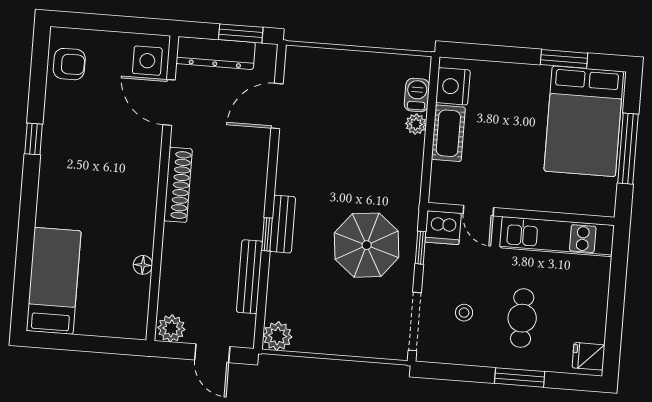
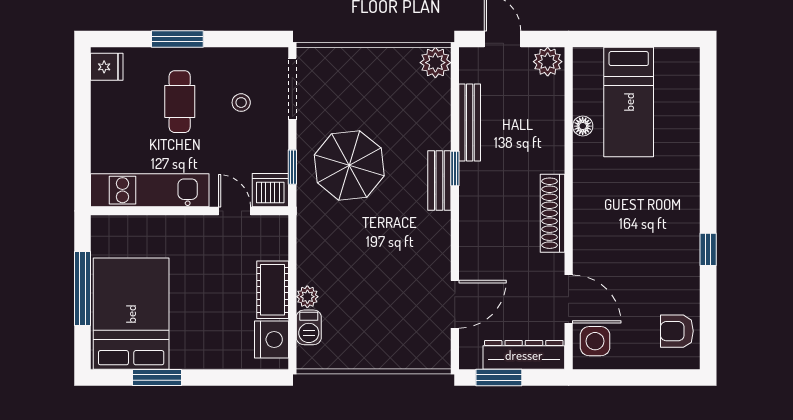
bed: (54, 281) -> (629, 102), moved

